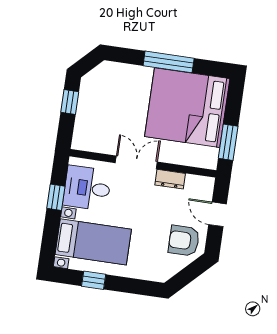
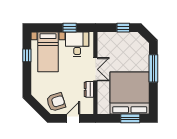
window: (169, 62) -> (153, 68), moved
window: (228, 142) -> (130, 118), moved
armchair: (184, 241) -> (56, 102), turned 73

